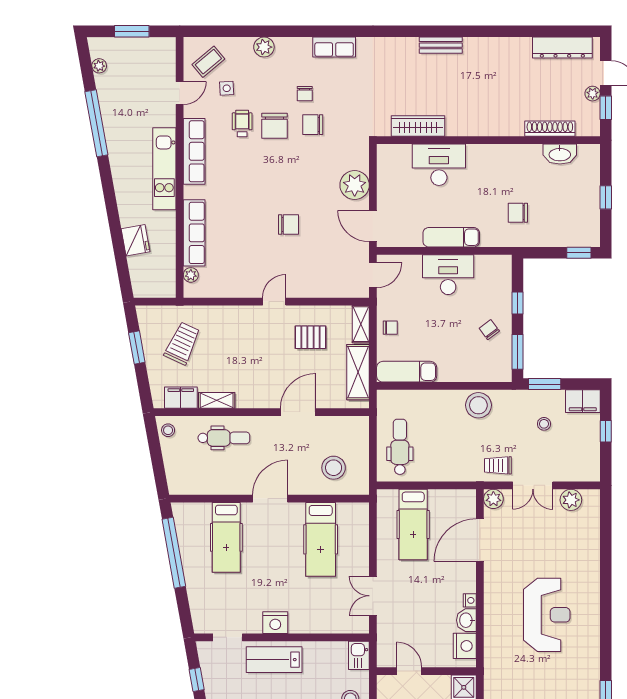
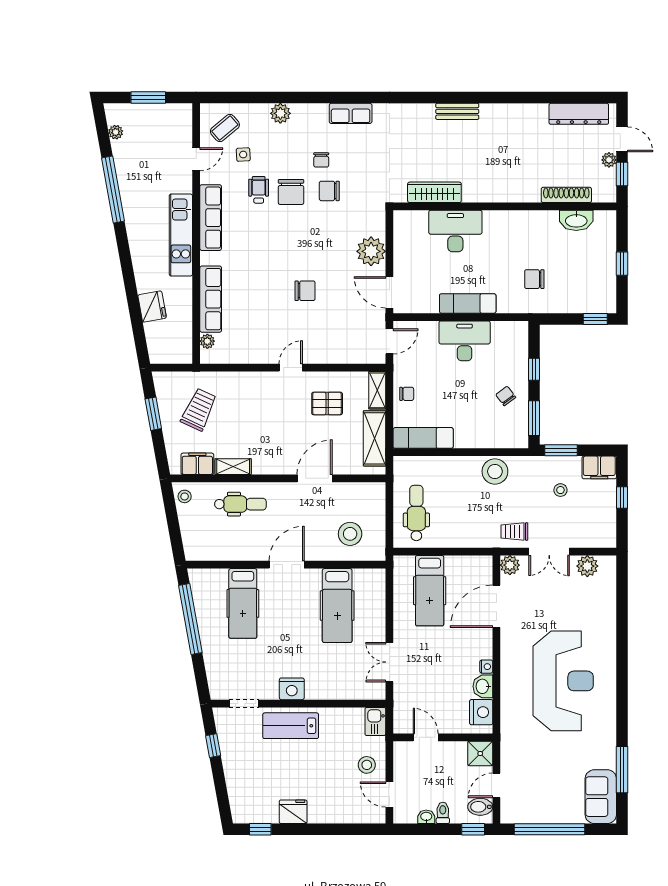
reception desk: (547, 615) -> (563, 681), width x1.36, depth x1.30

